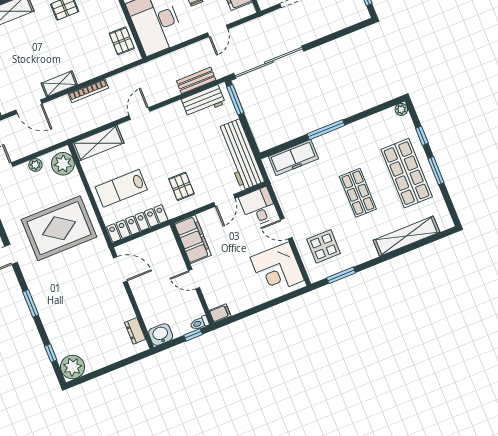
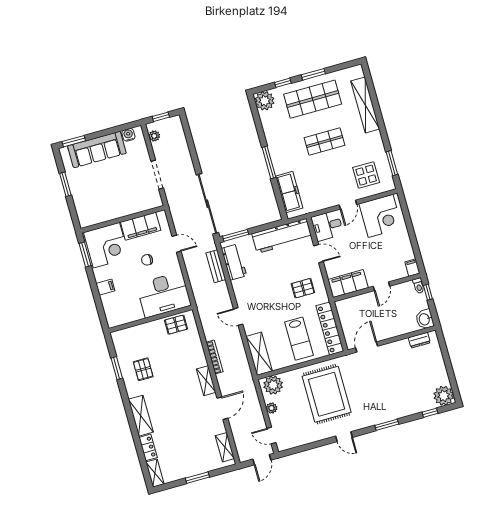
plant: (401, 109) -> (265, 101), width x1.88, depth x1.88

